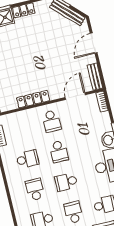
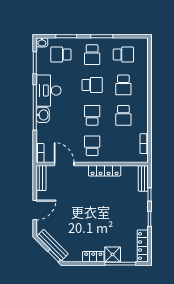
door: (75, 96) -> (64, 164), swing flipped
school desk: (28, 159) -> (123, 115), turned -90

